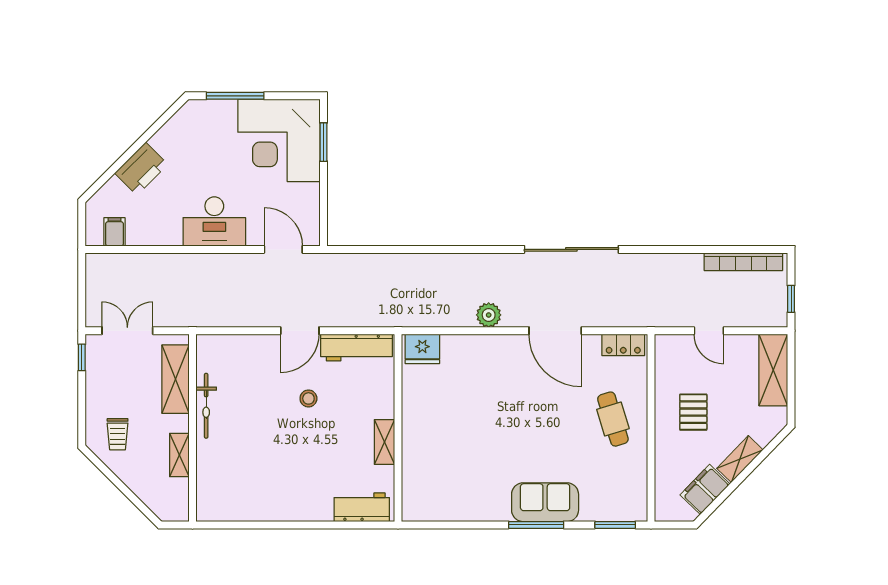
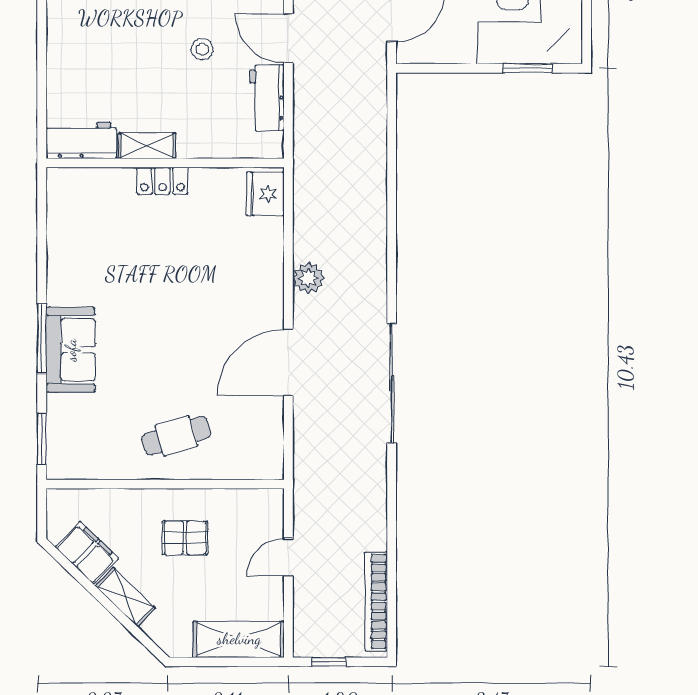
locker: (623, 345) -> (162, 181), moved, turned -90
workbench: (357, 348) -> (267, 98), width x0.73
workbench: (362, 507) -> (81, 140), moved, turned -90

